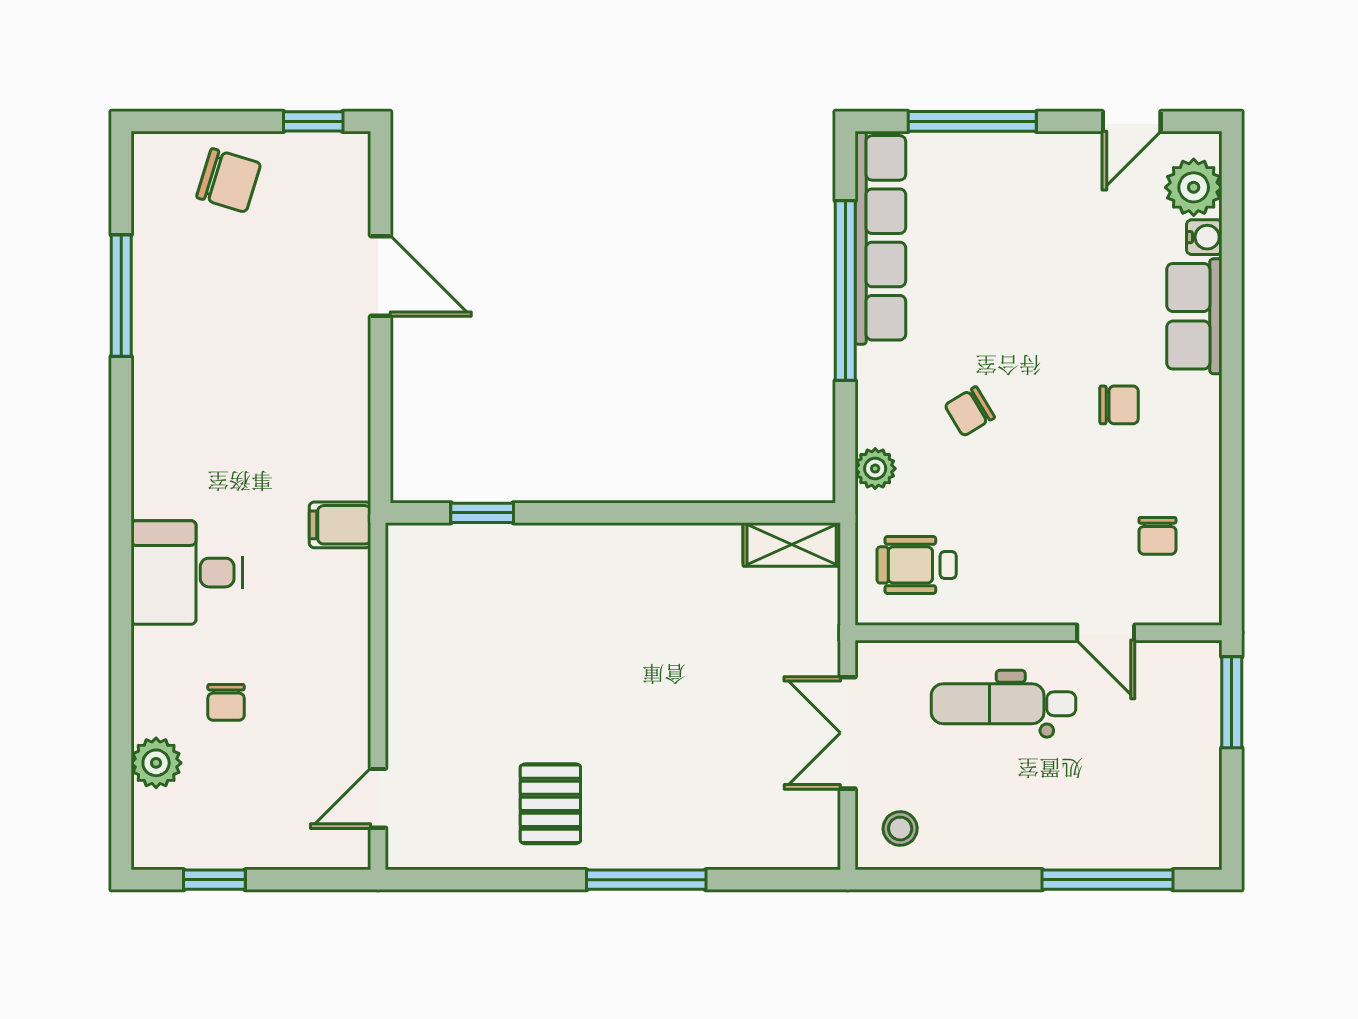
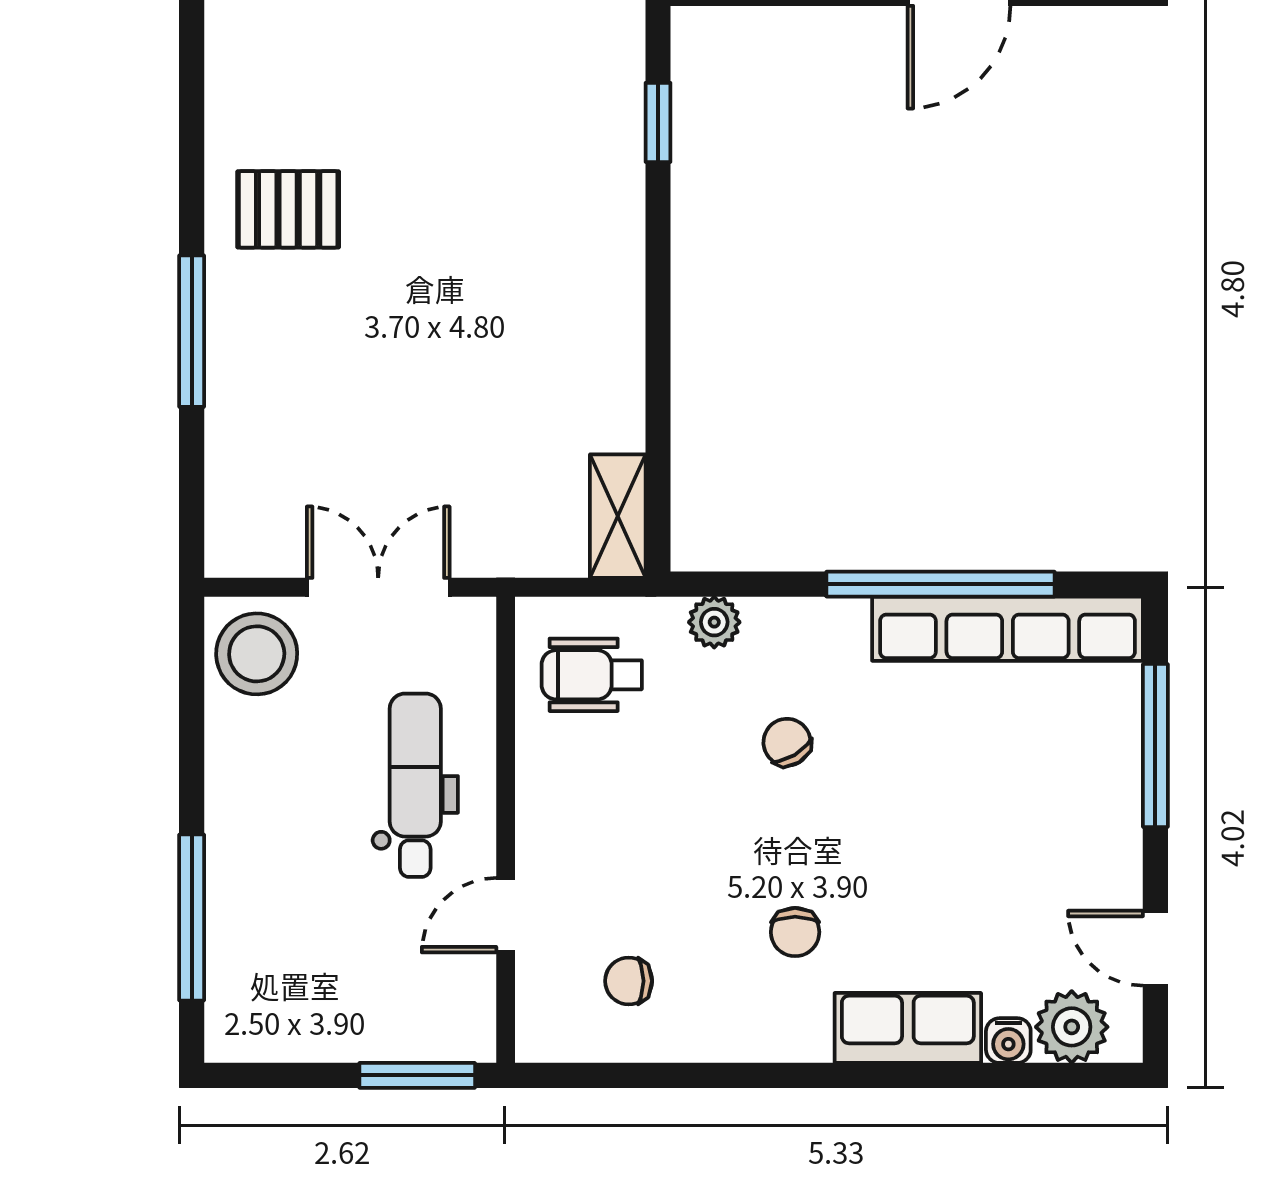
wheelchair: (917, 565) -> (592, 675), turned -90
stool: (900, 829) -> (257, 654), width x1.89, depth x1.89

